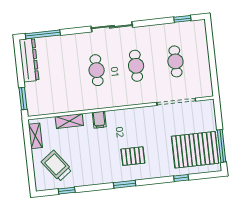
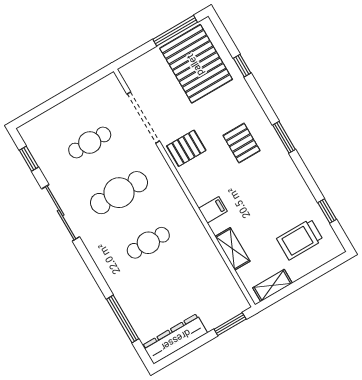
sliding door: (112, 27) -> (61, 213), moved
window: (43, 34) -> (123, 319), moved
cafe table: (136, 66) -> (119, 193), width x1.37, depth x1.35
pallet: (145, 120) -> (186, 148), added
trolley: (56, 166) -> (300, 239), turned 37

